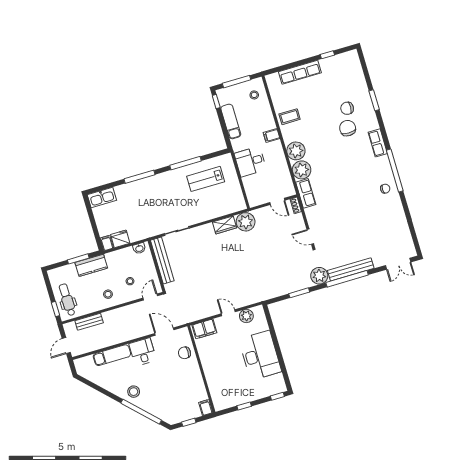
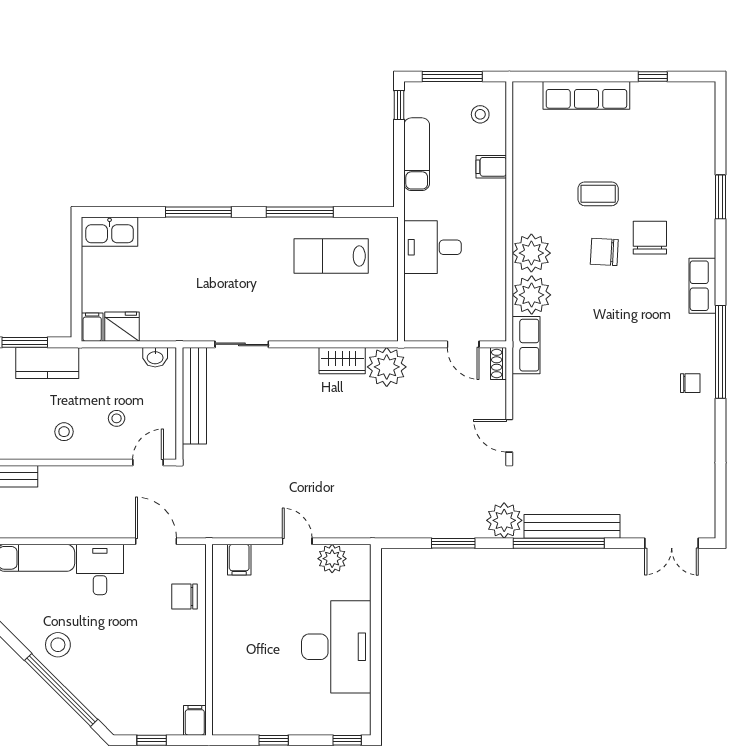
chair: (347, 108) -> (604, 252), moved
coffee table: (290, 117) -> (598, 194), moved
filing cabinet: (272, 136) -> (491, 167), moved
filing cabinet: (204, 329) -> (239, 560), width x0.50

